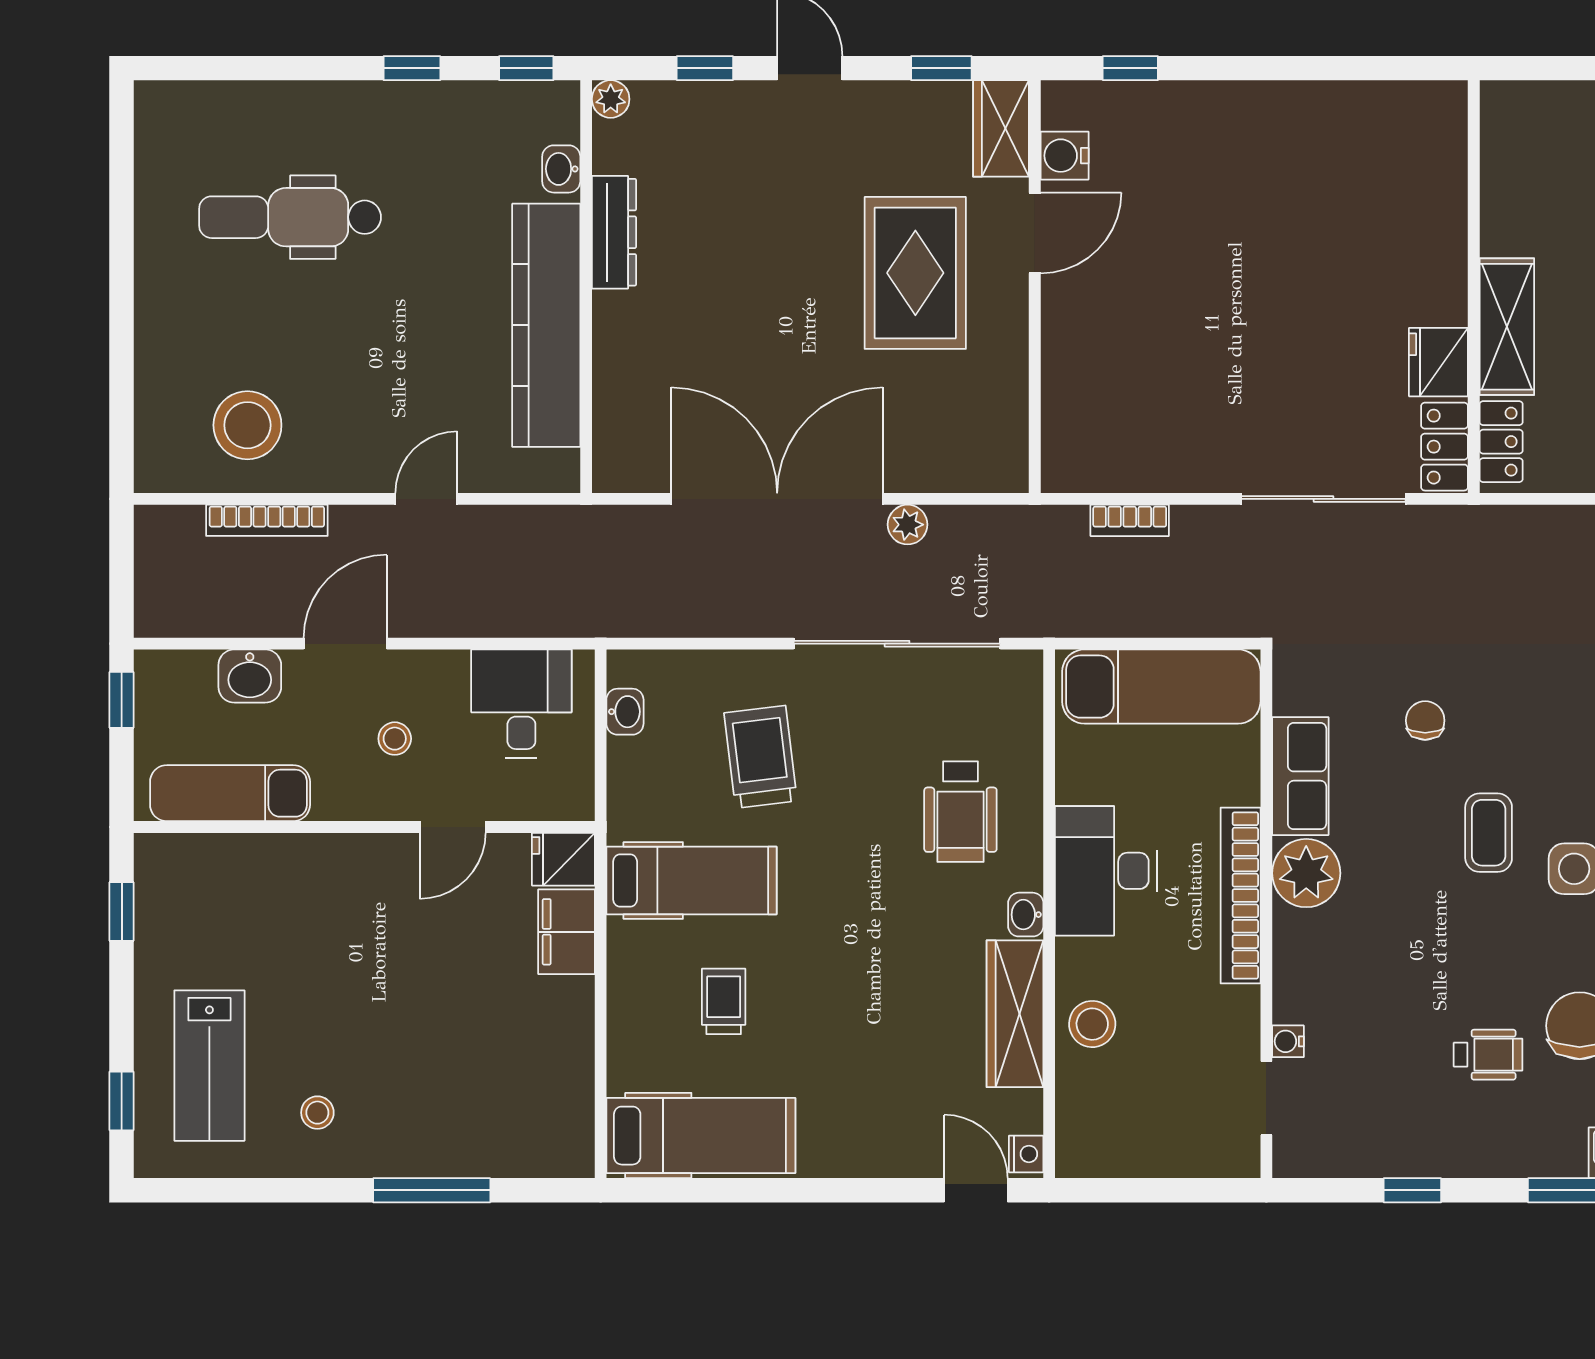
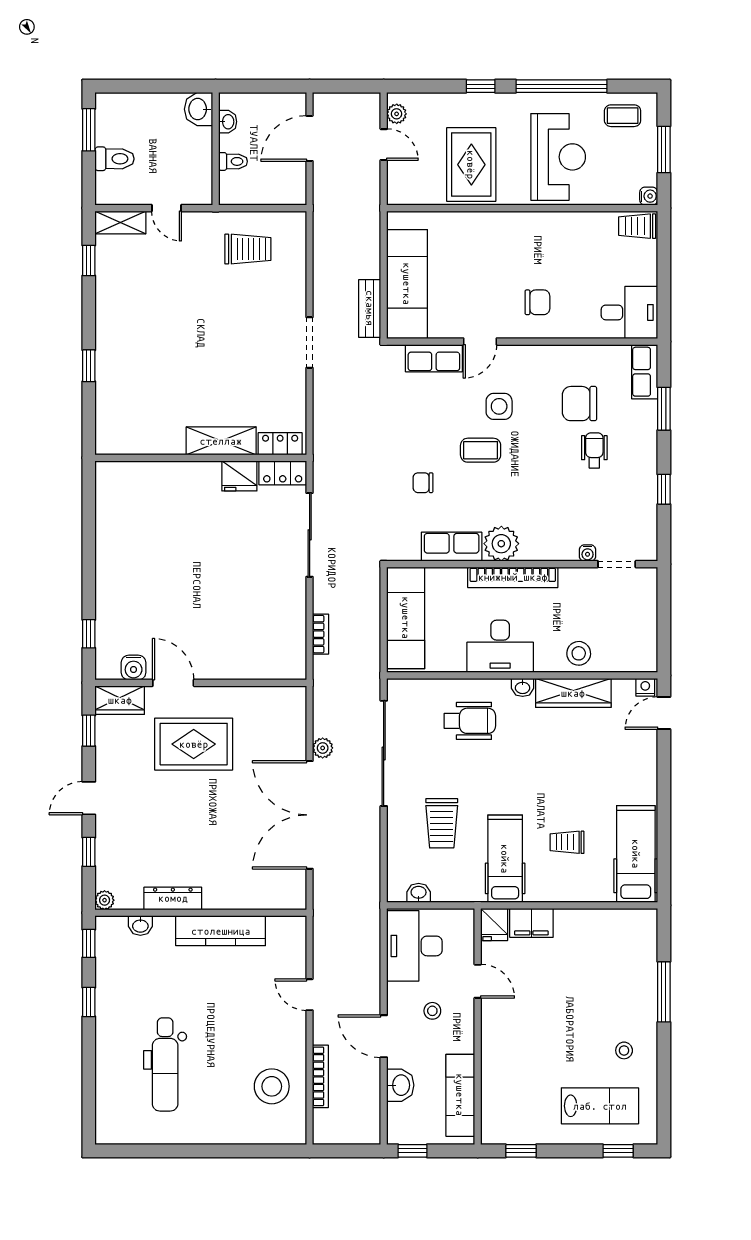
kitchen counter: (546, 325) -> (221, 931), width x0.72, depth x0.86
desk: (521, 704) -> (414, 946), width x1.37
trolley: (761, 757) -> (442, 823), turned -83

